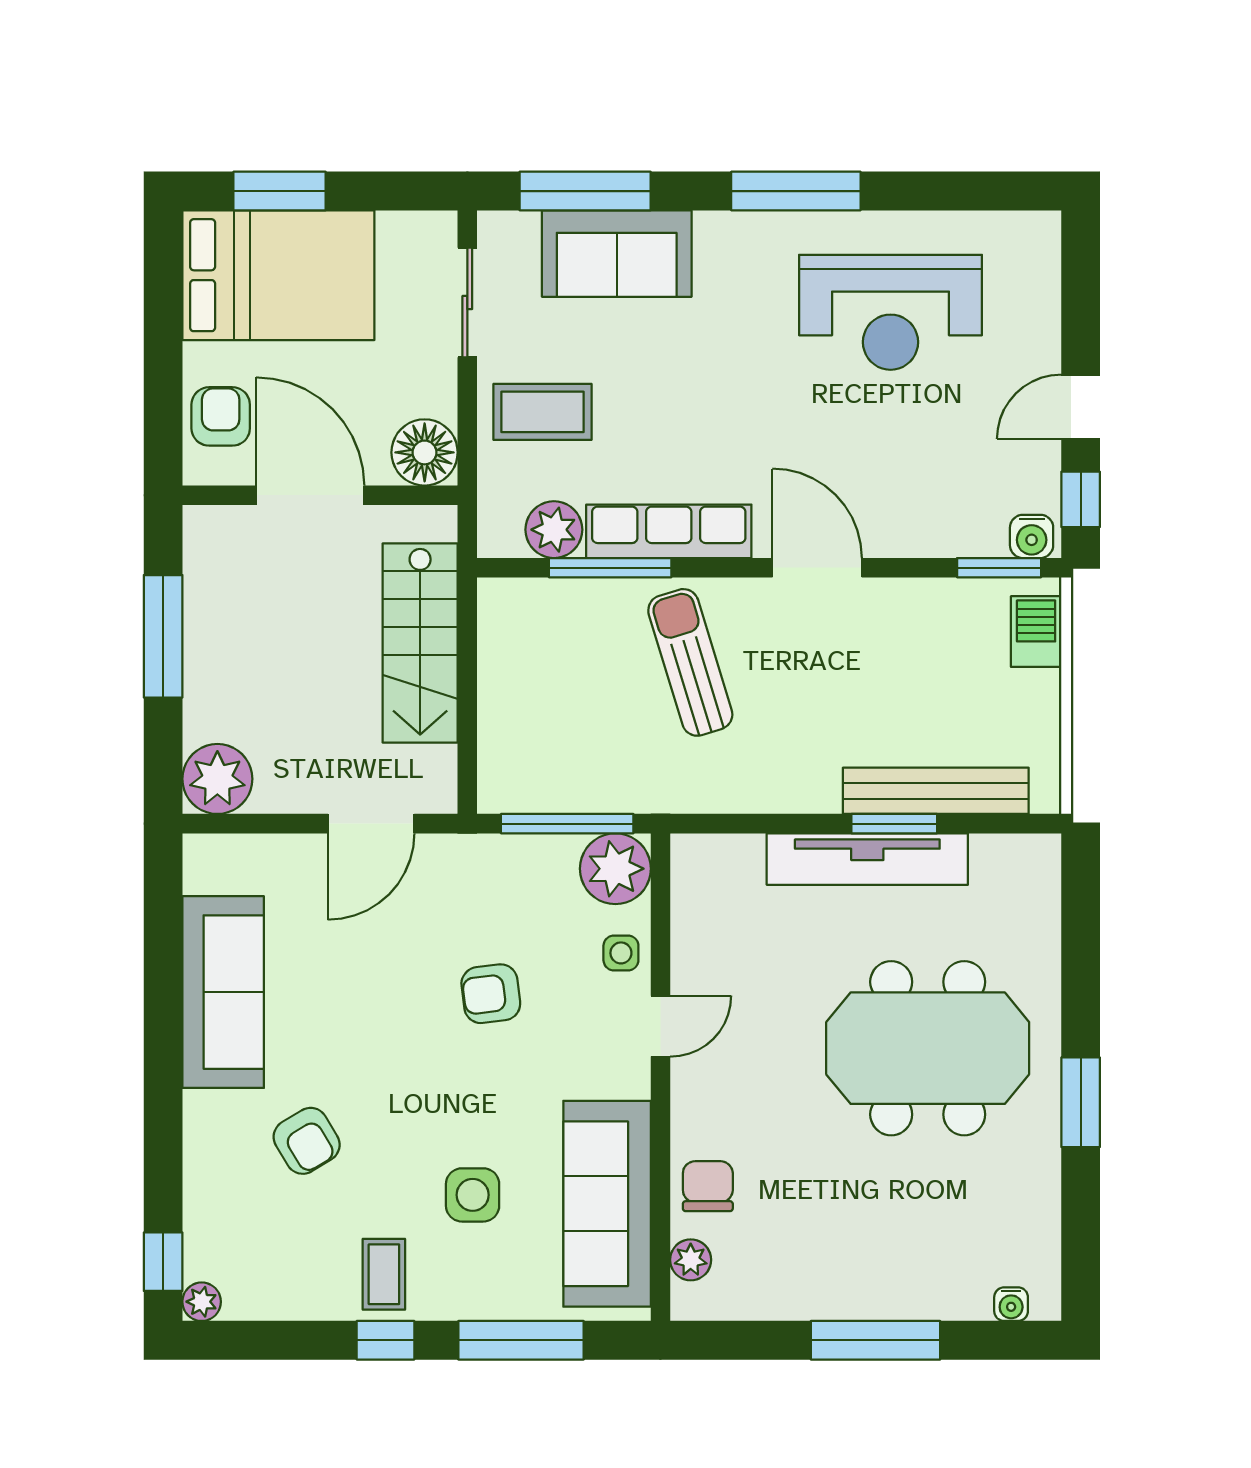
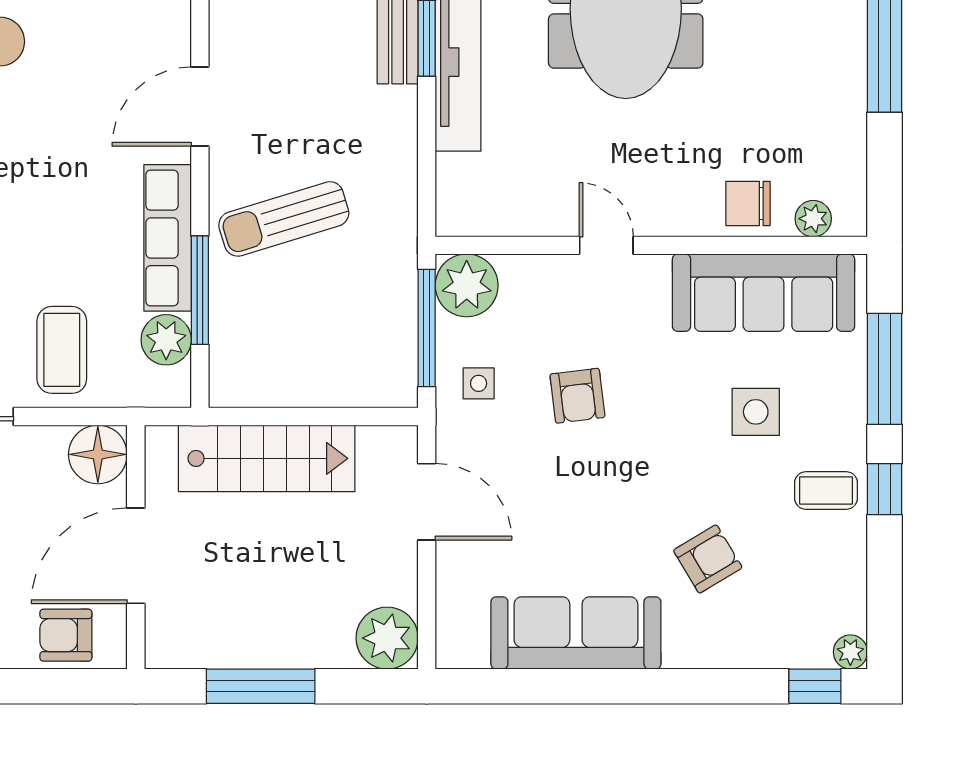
side table: (621, 953) -> (479, 383), moved

